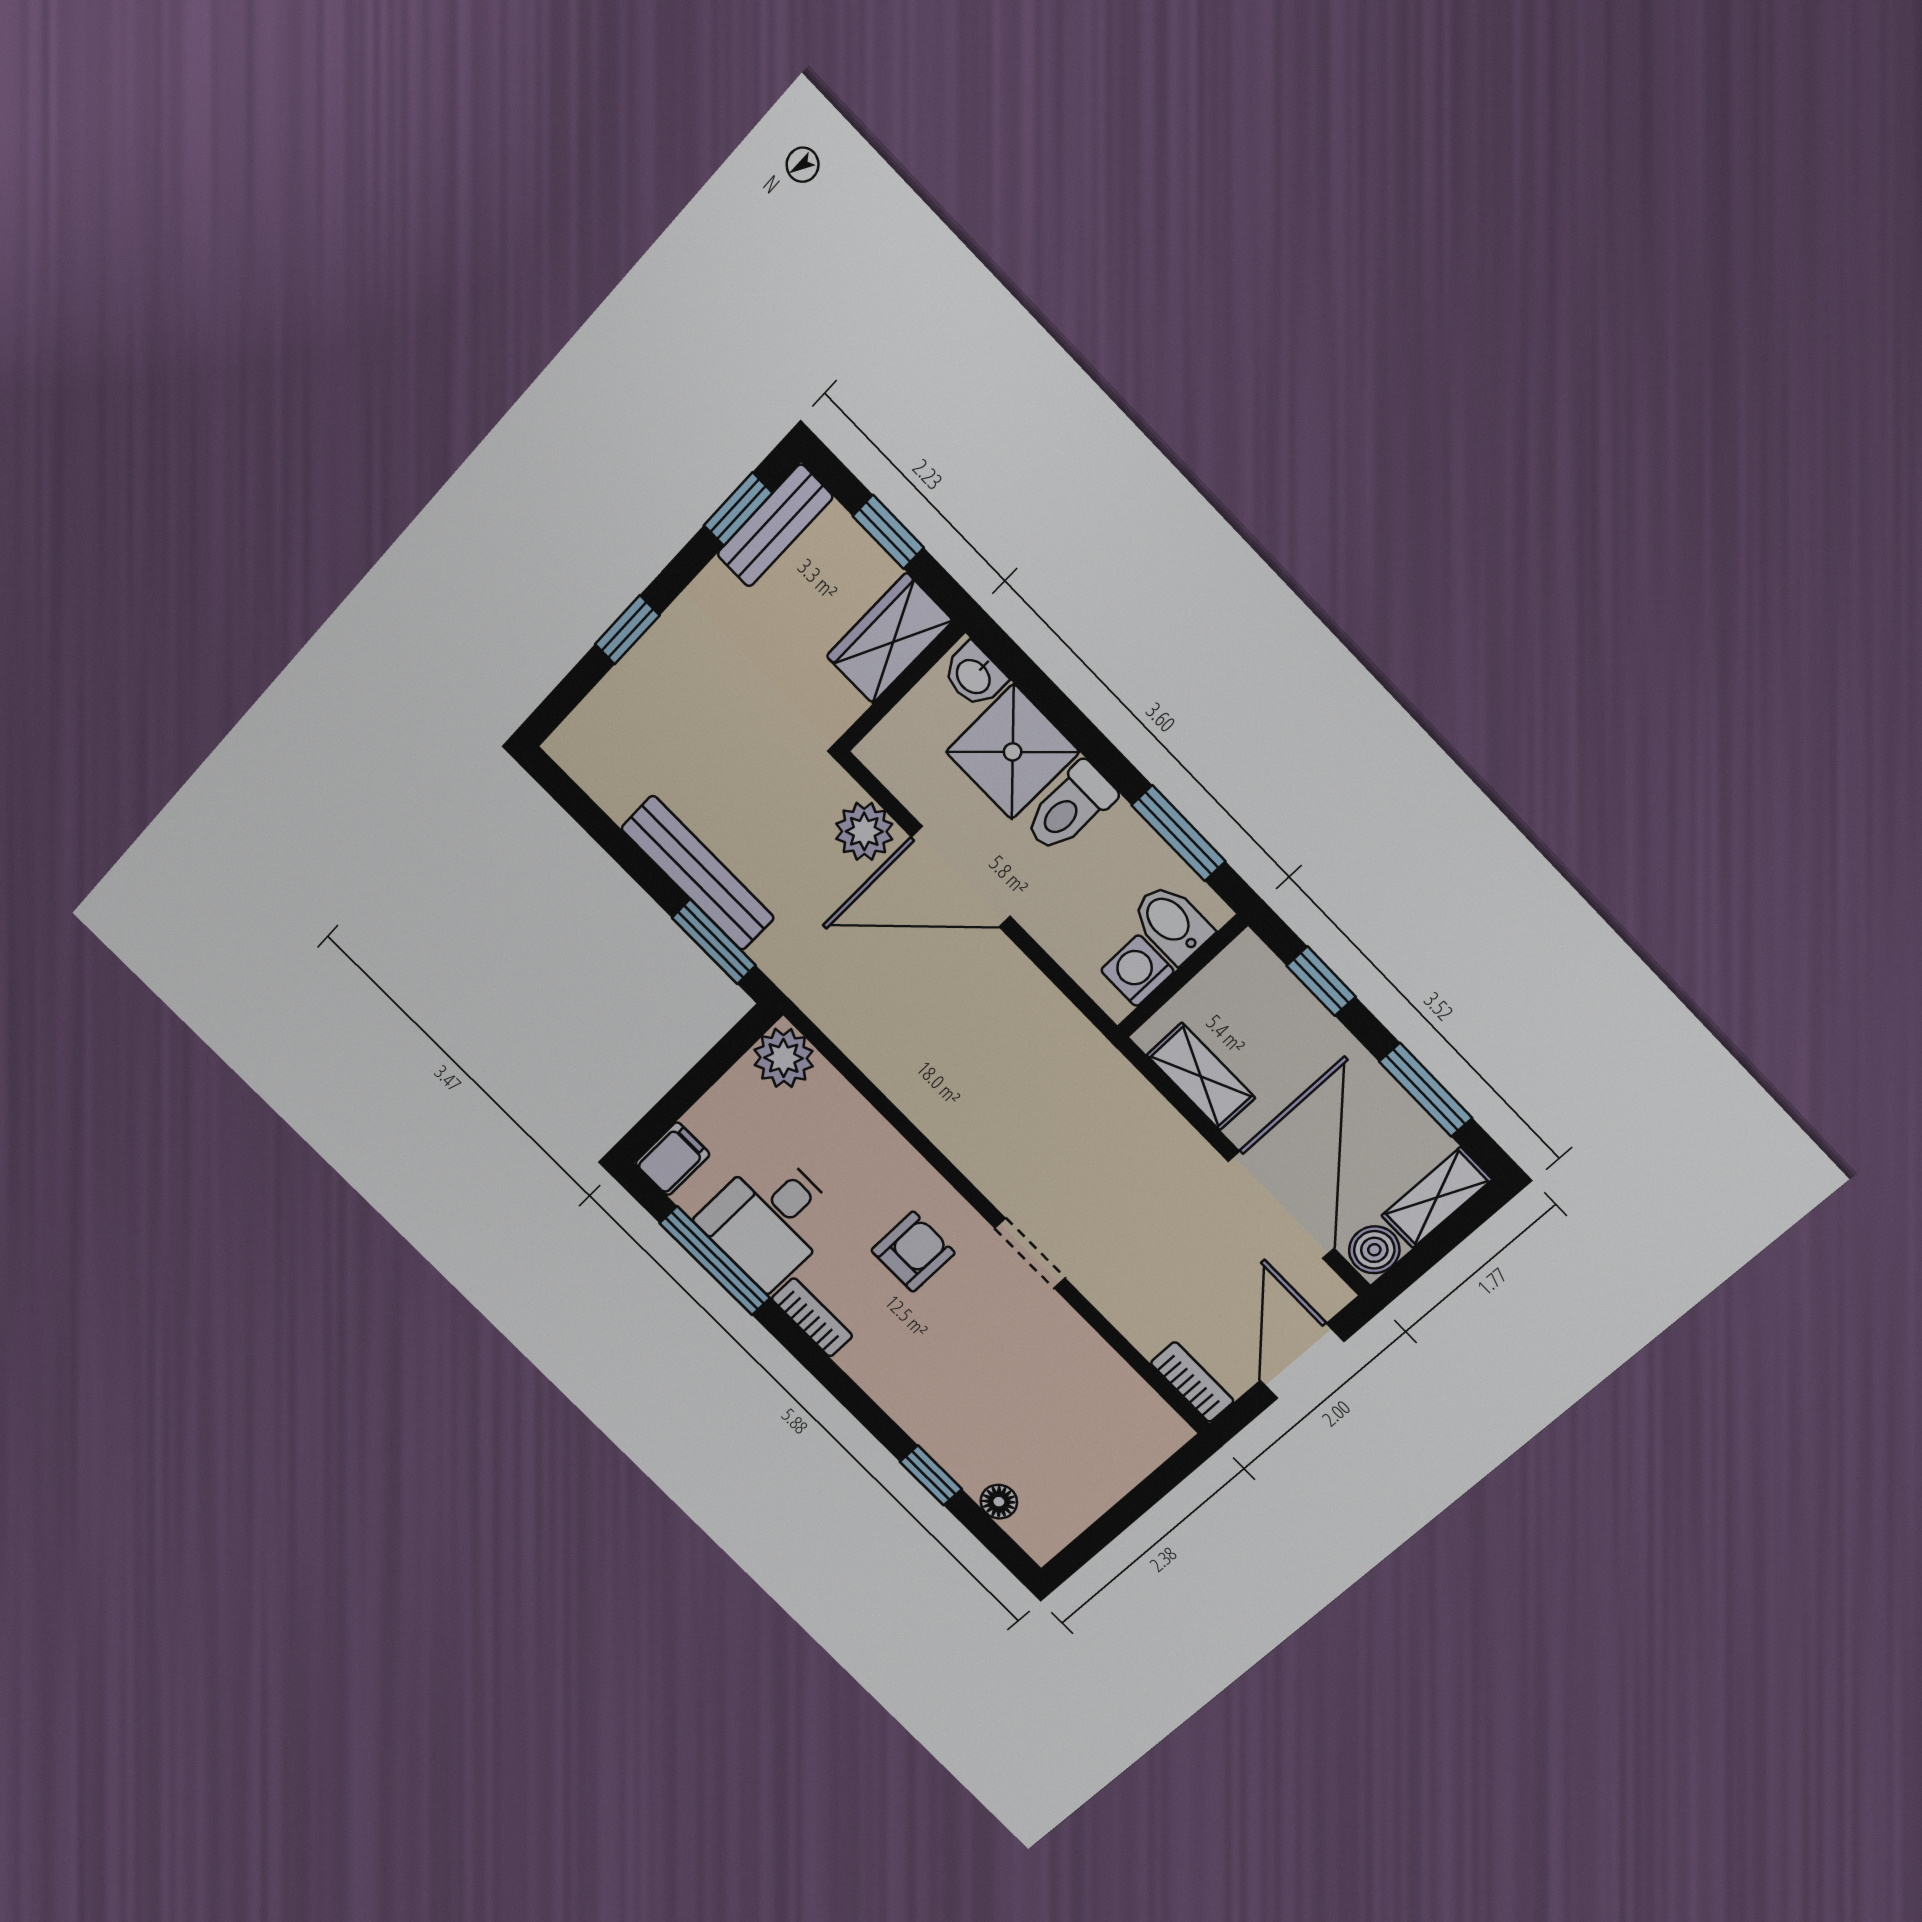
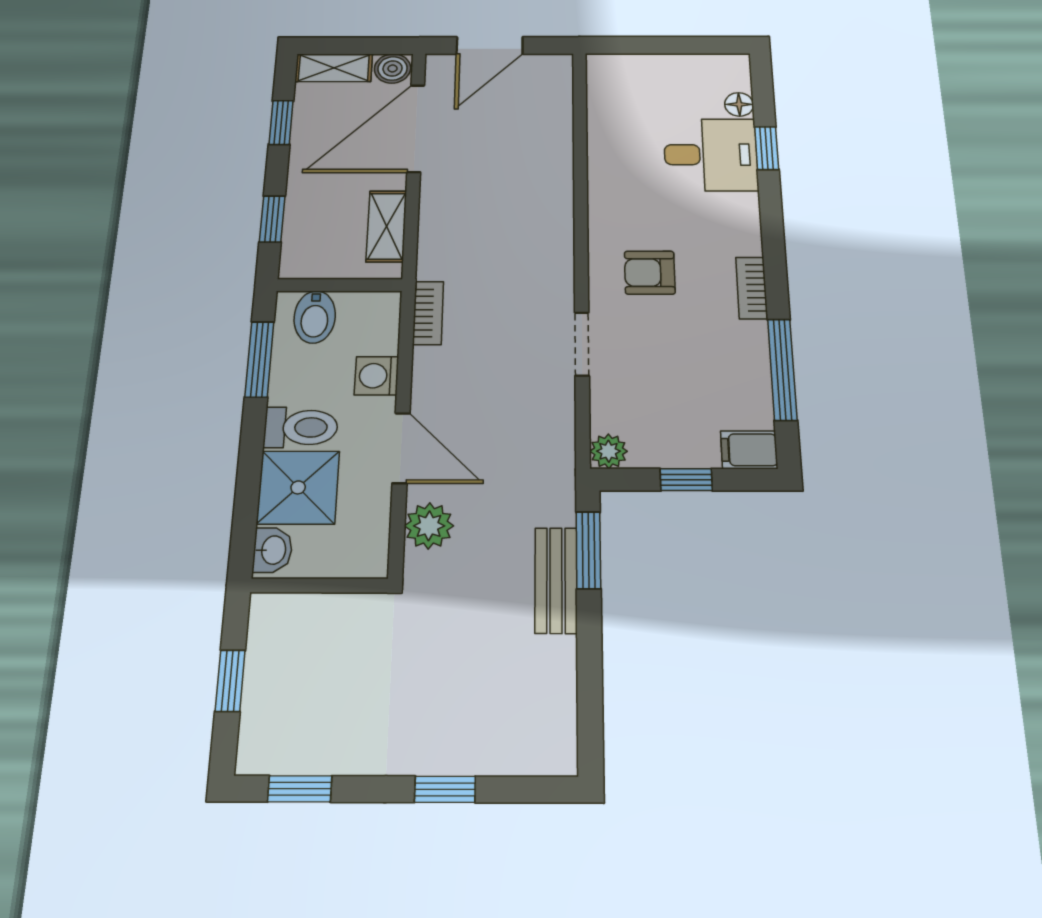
bench: (775, 526) -> (289, 755), removed
wardrobe: (889, 638) -> (296, 620), removed
bench: (698, 873) -> (556, 580), width x0.73
door: (961, 877) -> (401, 448), width x0.73
washing machine: (1137, 971) -> (377, 376), moved, turned 90
plant: (784, 1058) -> (609, 451), width x0.73, depth x0.73
window: (697, 1082) -> (686, 480), added
window: (1426, 1090) -> (281, 122), width x0.67
desk: (769, 1220) -> (711, 155), moved
doorway: (1030, 1253) -> (582, 344), moved
bookcase: (1192, 1382) -> (428, 313), moved, turned 180

